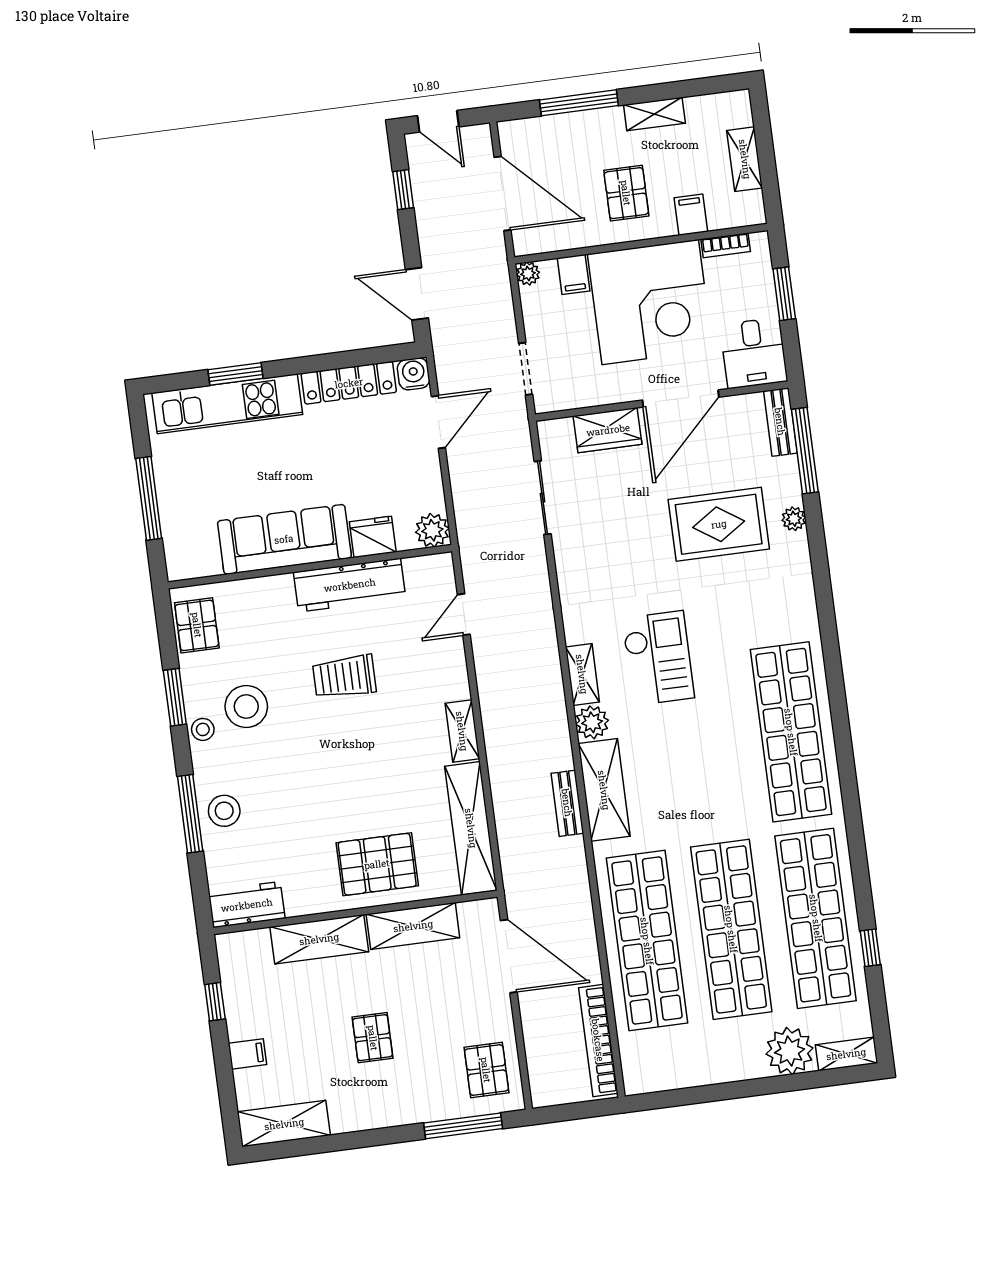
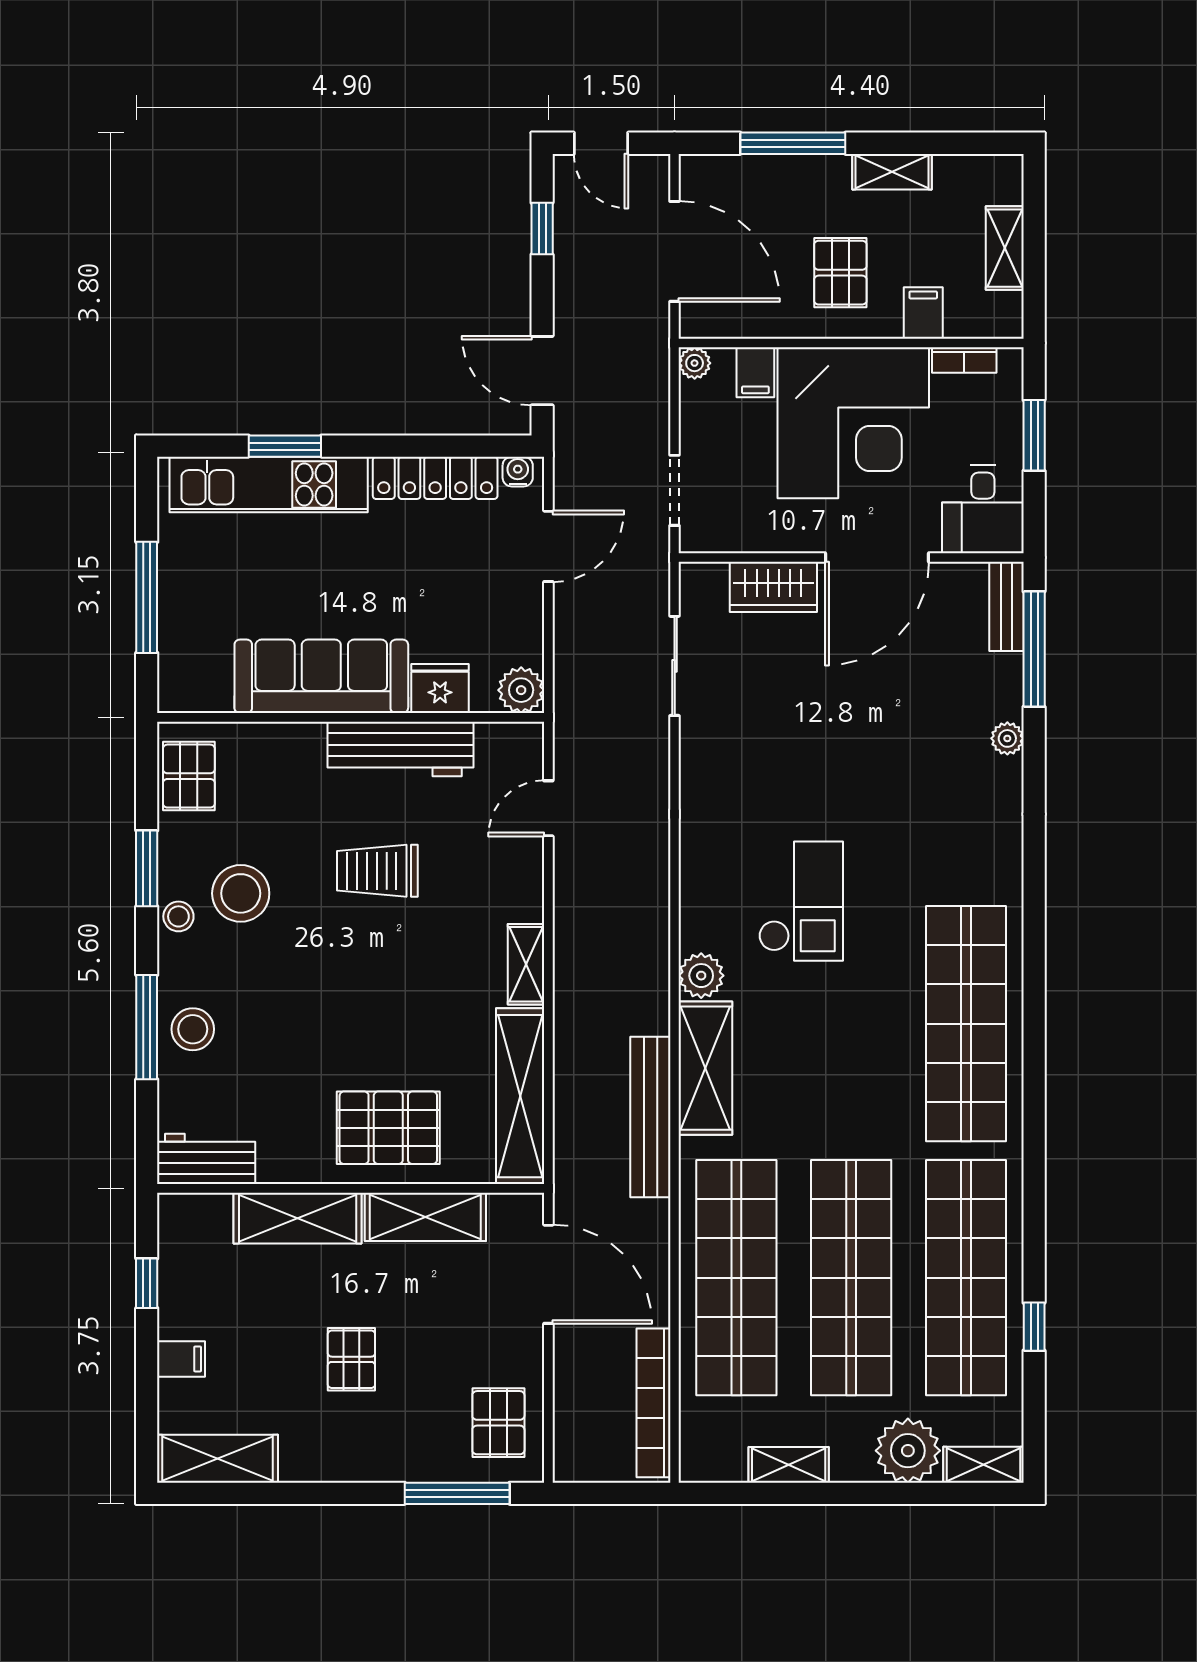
water cooler: (414, 374) -> (518, 472), width x0.72, depth x0.72
rug: (719, 524) -> (906, 733), removed
shelving: (582, 674) -> (789, 1465), moved, turned 90
bench: (567, 803) -> (650, 1117), width x1.86, depth x1.21

